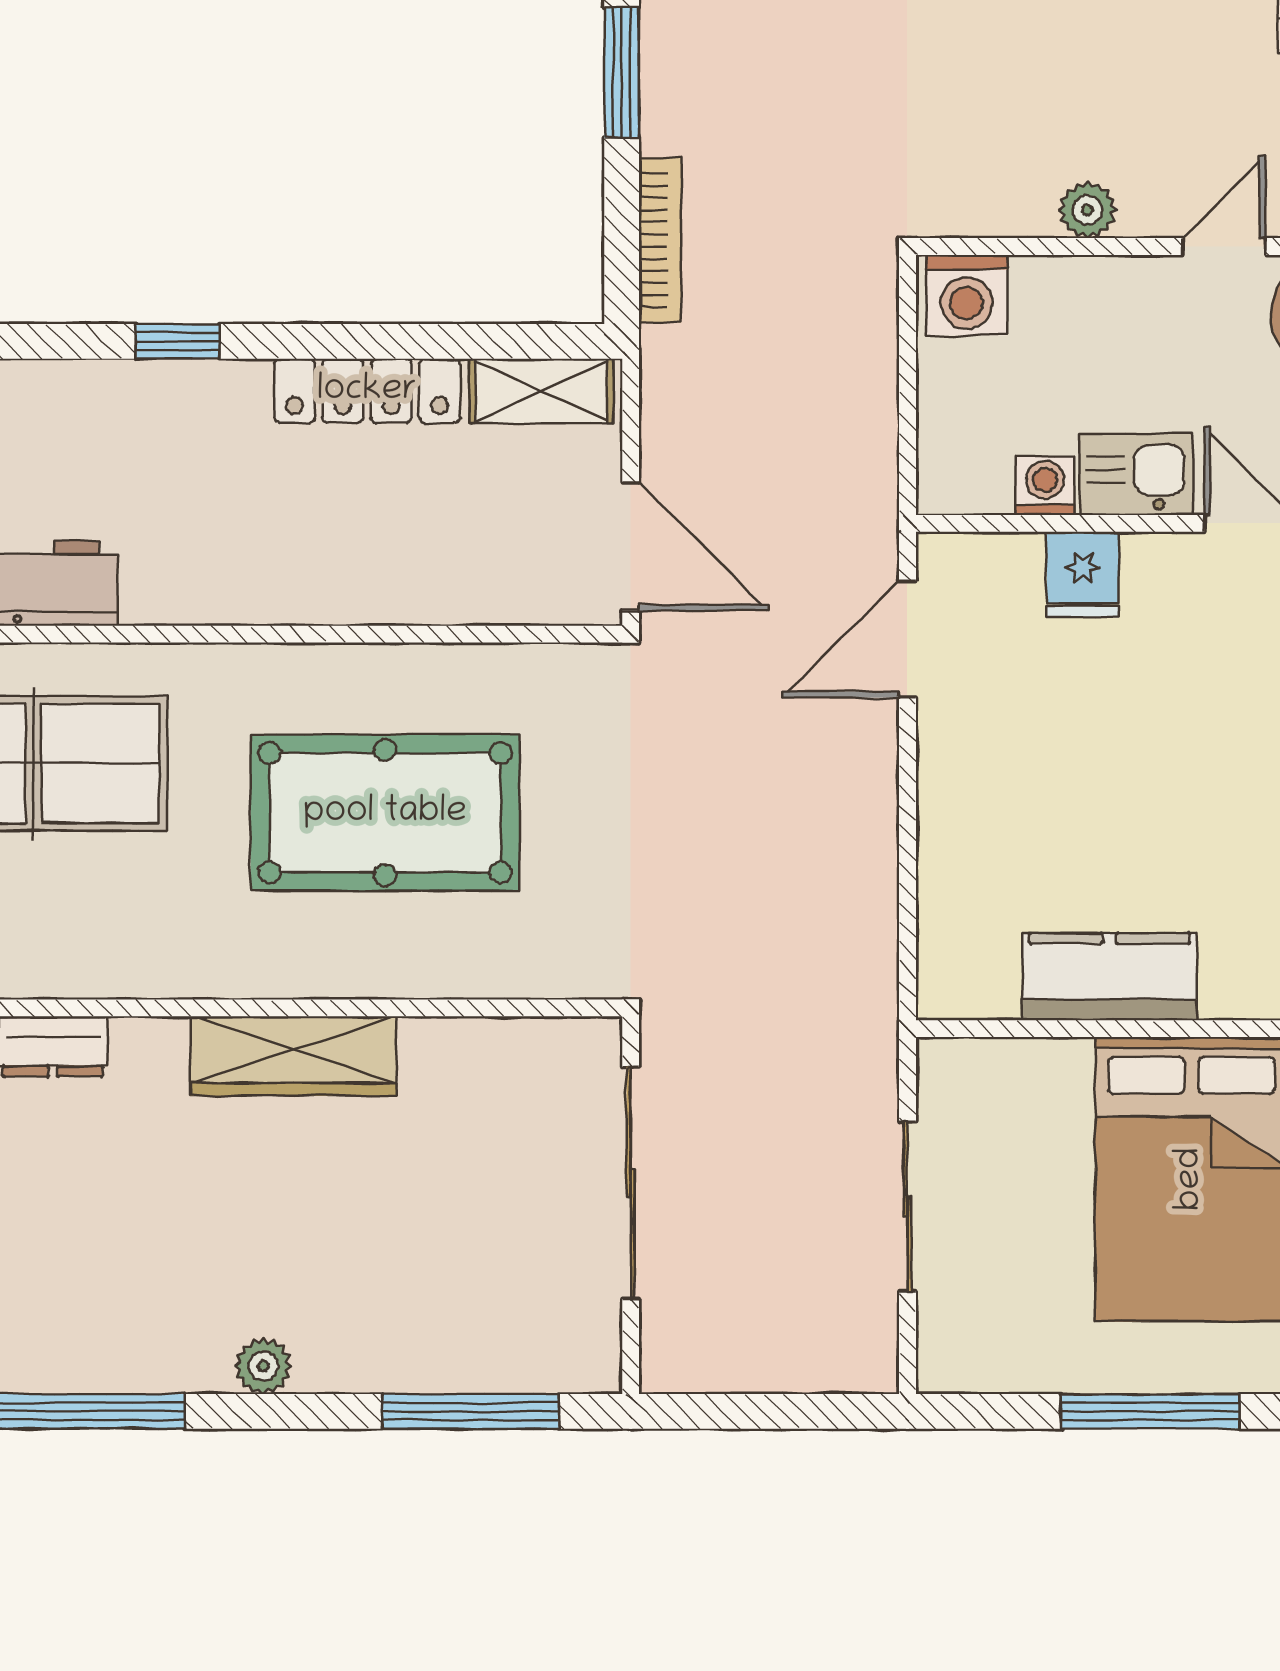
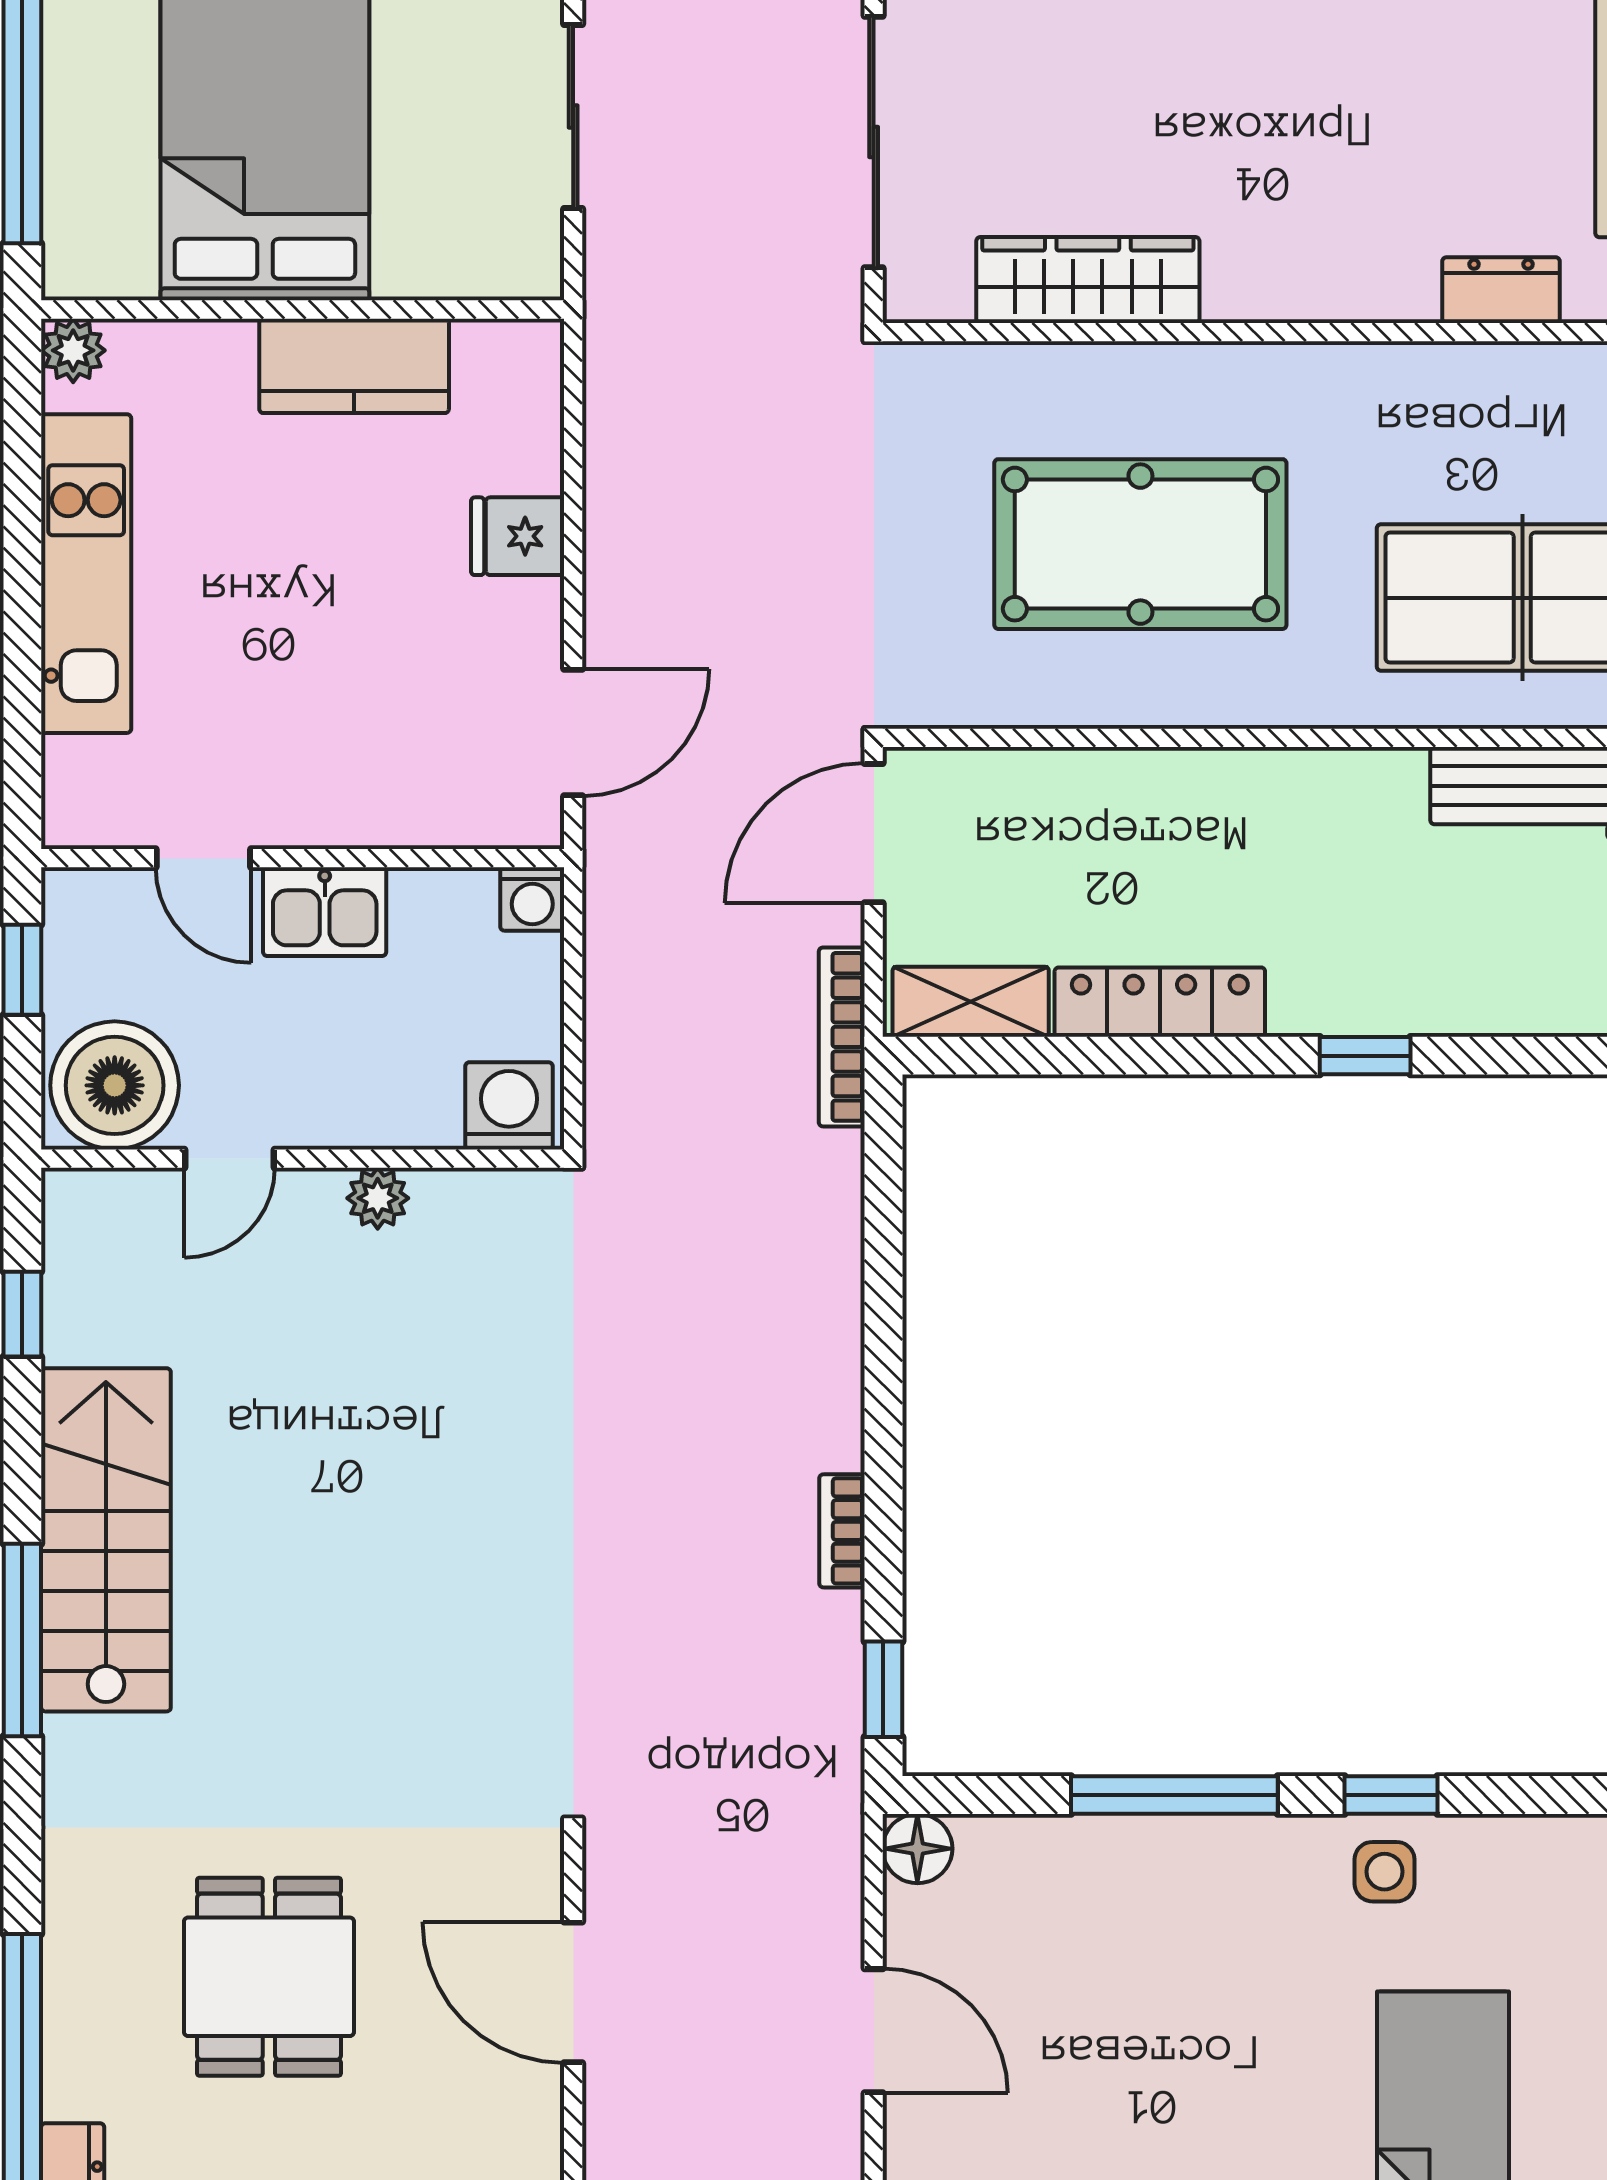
window: (622, 73) -> (883, 1348), removed
bookcase: (660, 240) -> (842, 1037), moved
washing machine: (1045, 486) -> (532, 899), moved
door: (631, 546) -> (874, 833), hinge flipped
fridge: (1083, 575) -> (518, 536), moved, turned -90
wardrobe: (293, 1056) -> (1088, 280), moved

